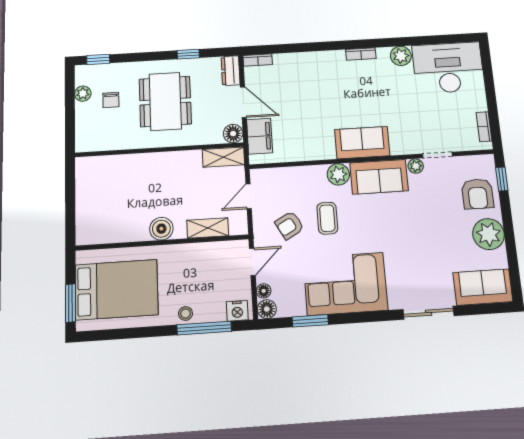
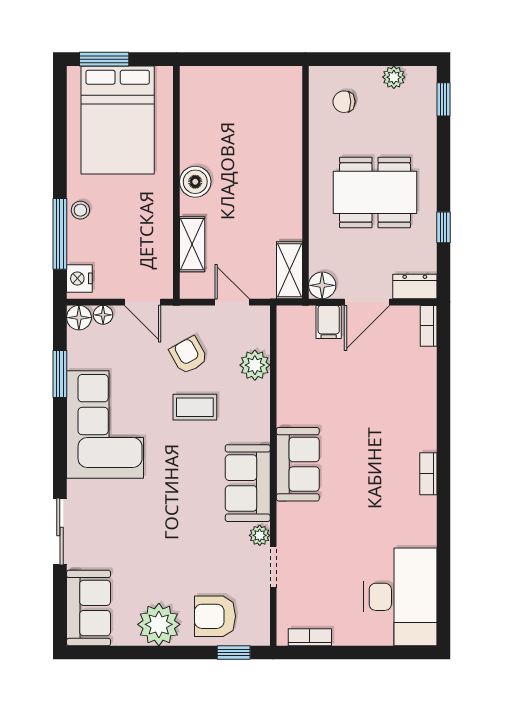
plant: (401, 56) -> (422, 531), removed
chair: (111, 100) -> (344, 102), moved
filing cabinet: (260, 136) -> (329, 322), width x0.50
plant: (338, 174) -> (255, 365), moved

